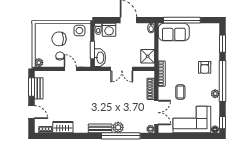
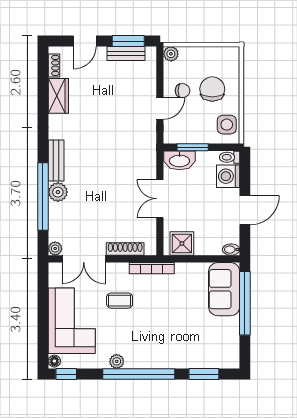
armchair: (205, 67) -> (163, 343), removed

